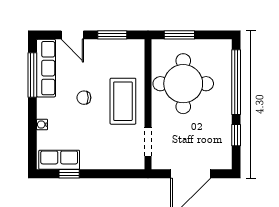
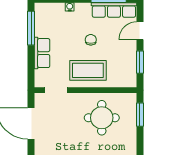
round table: (183, 84) -> (102, 118), width x0.73, depth x0.73
row of seats: (59, 160) -> (42, 53), moved
window: (69, 174) -> (31, 28), width x2.17

